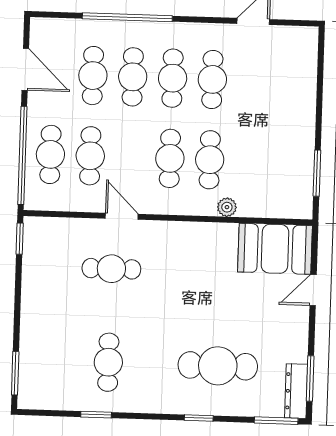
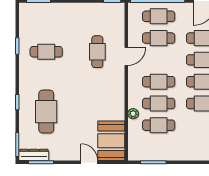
cafe table: (250, 161) -> (159, 125), added

